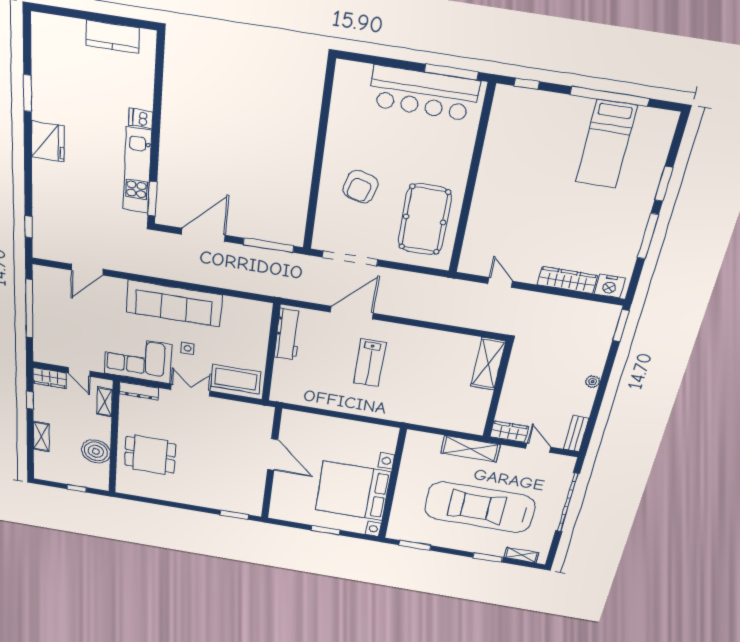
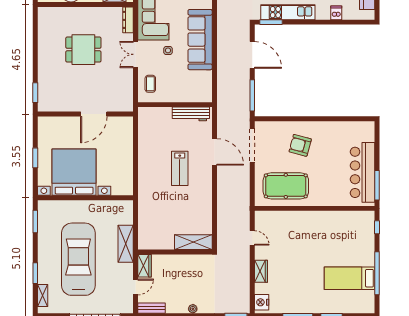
dishwasher: (141, 118) -> (336, 13), moved
wardrobe: (567, 280) -> (261, 271), width x0.67
door: (500, 282) -> (252, 238), hinge flipped
lab bench: (370, 363) -> (180, 168), turned -90
coffee table: (236, 379) -> (150, 84), width x0.54, depth x0.58
double door: (190, 390) -> (135, 54), swing flipped
dining table: (150, 455) -> (83, 50), moved, turned 90

